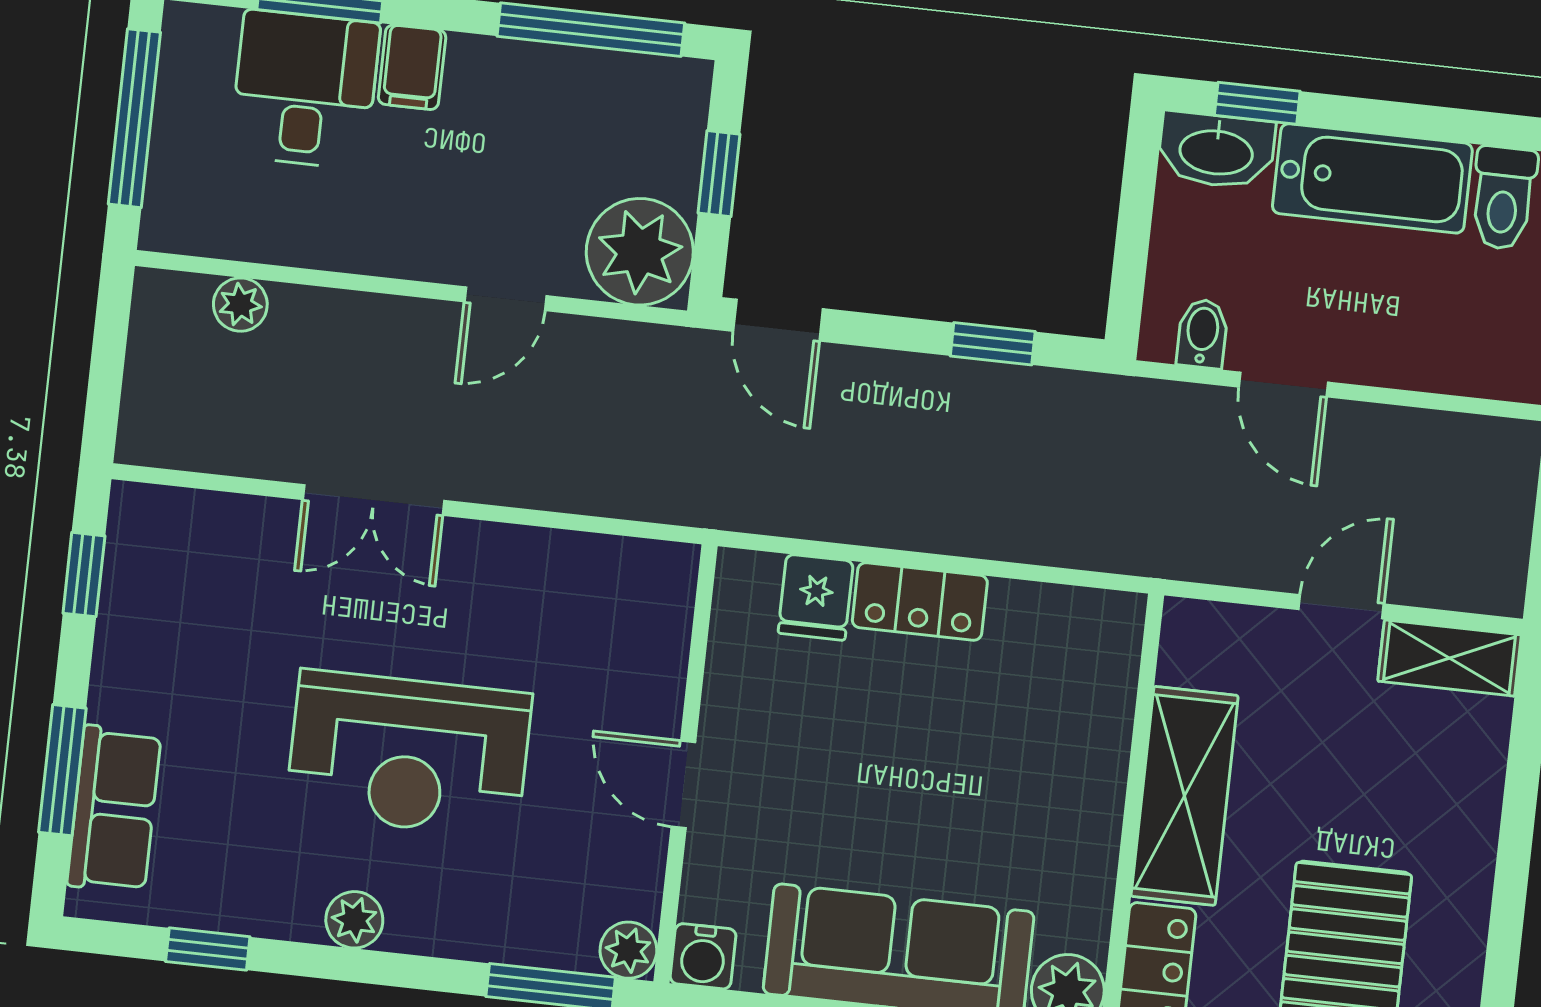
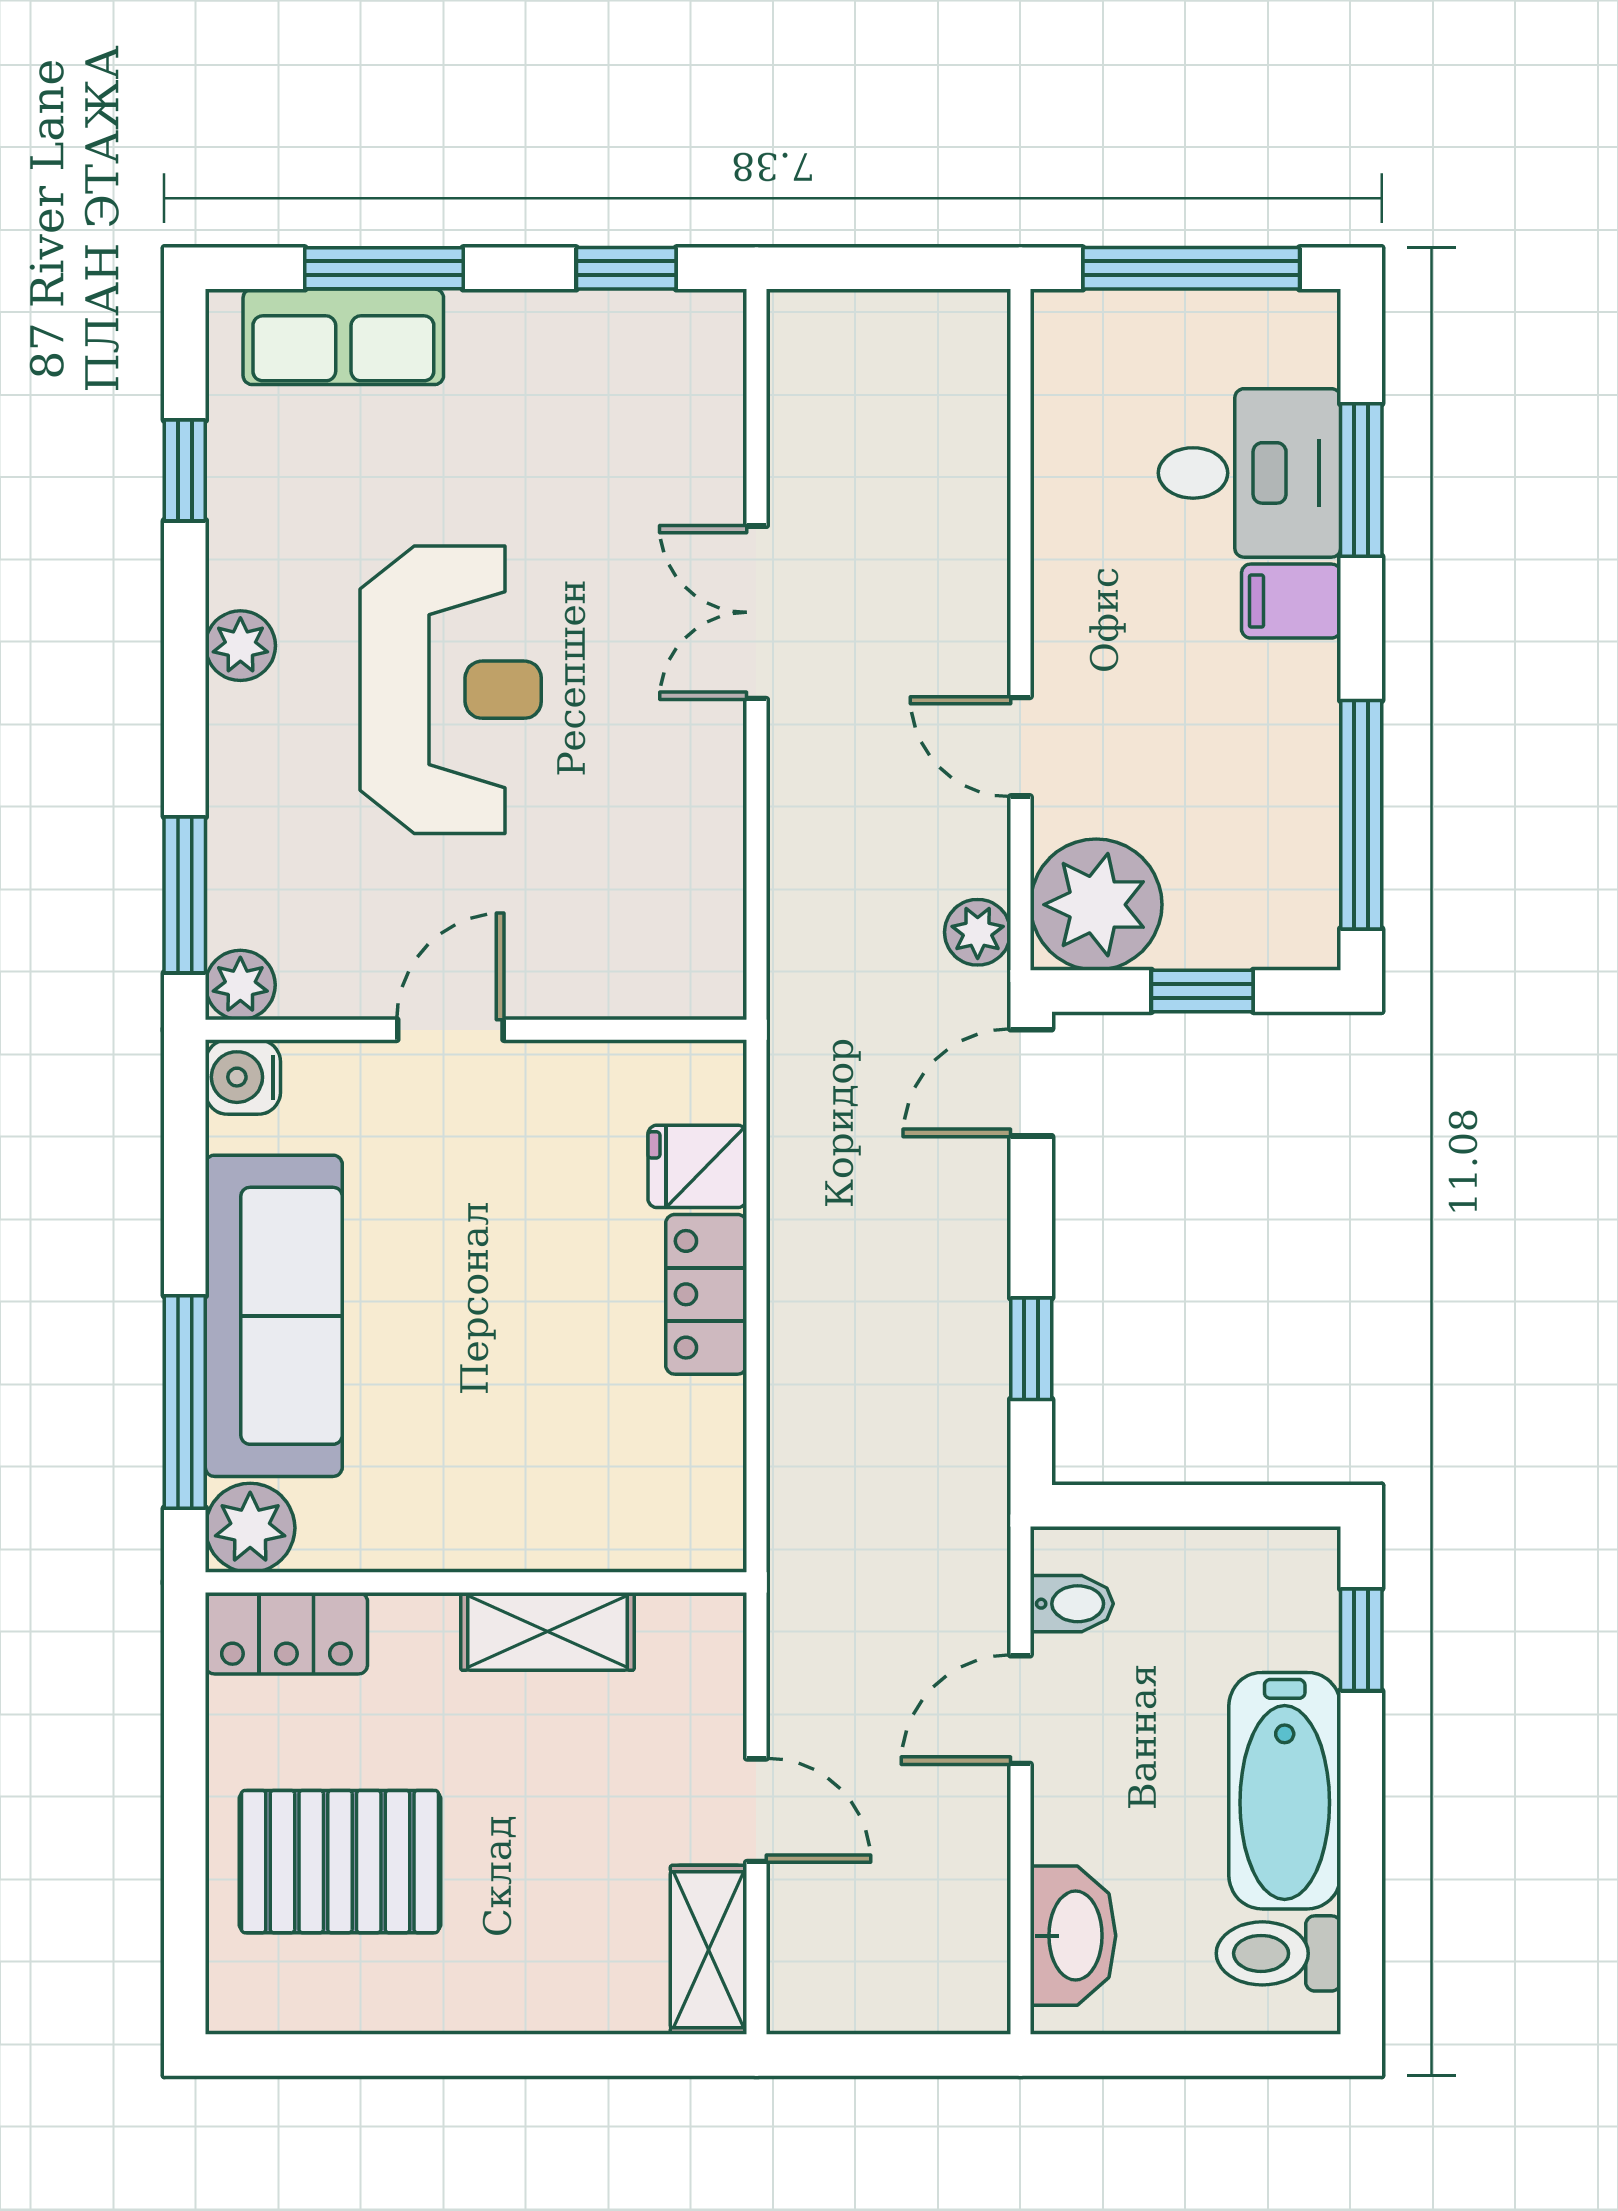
washbasin: (1216, 150) -> (1073, 1936), moved, turned 180
plant: (240, 305) -> (978, 932), moved
reception desk: (409, 754) -> (451, 690), turned 180
shelving: (1185, 796) -> (547, 1631), width x0.67, depth x0.75

